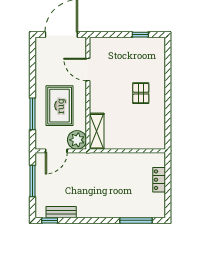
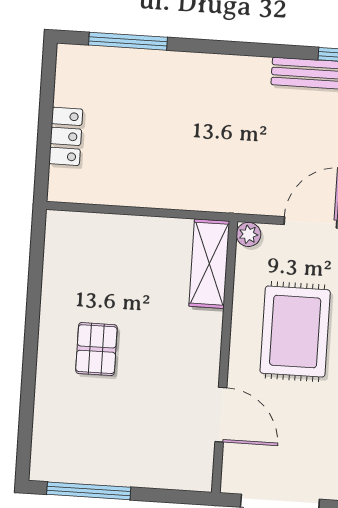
window: (140, 35) -> (89, 491), width x2.17
plant: (77, 140) -> (248, 234), width x0.53, depth x0.53

